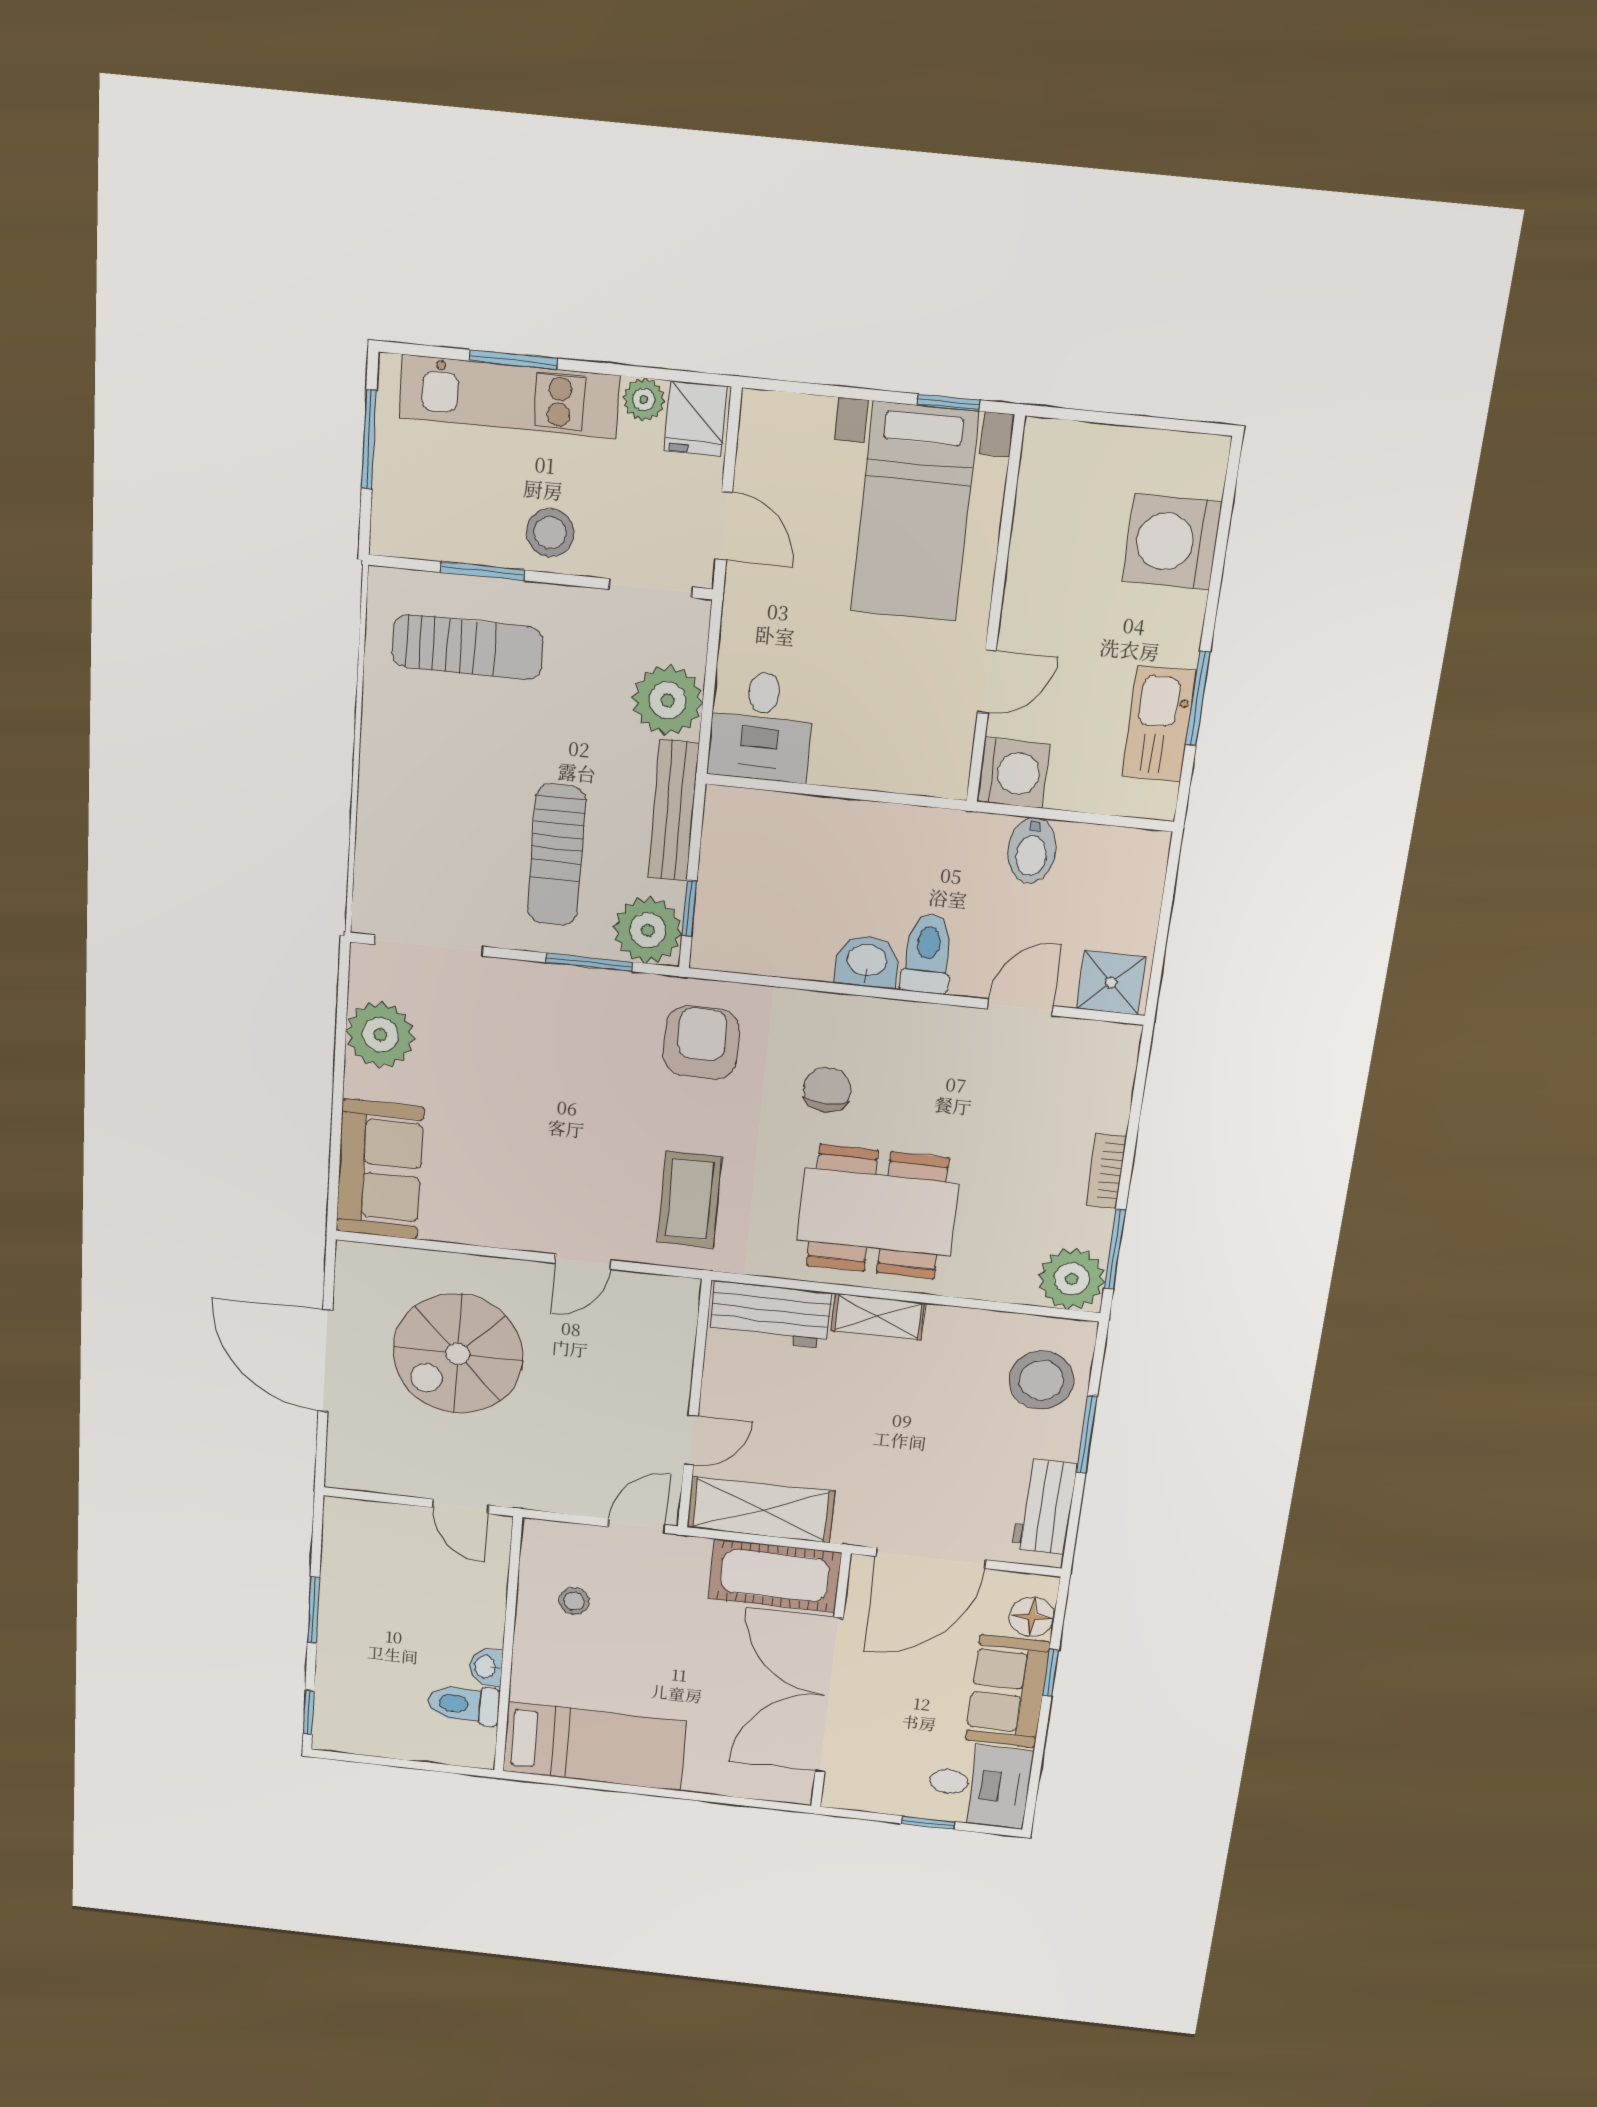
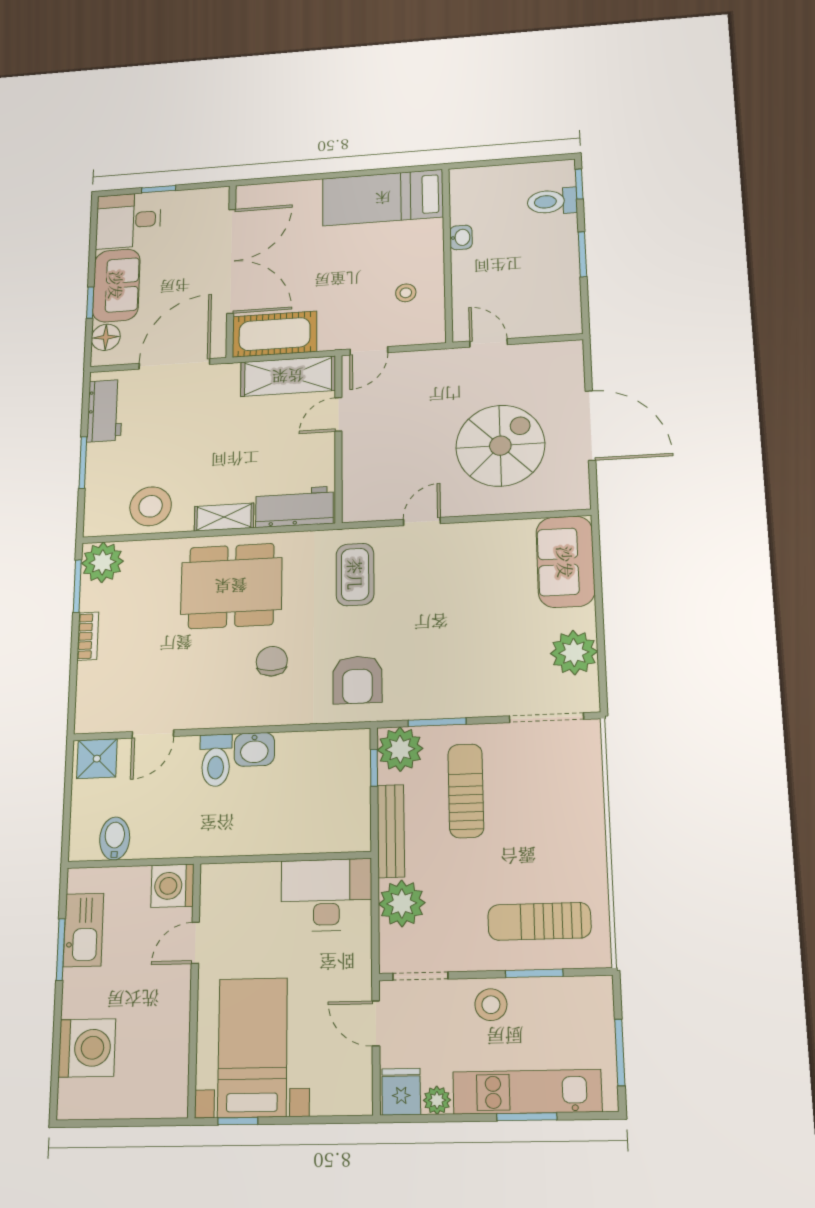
desk: (761, 726) -> (326, 895), width x1.37
bidet: (1032, 850) -> (115, 838), moved
chair: (827, 1090) -> (272, 661), turned 180
stool: (1041, 1380) -> (151, 506), moved
toilet: (464, 1704) -> (552, 201), moved, turned 180

